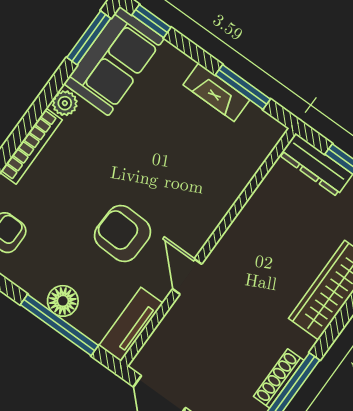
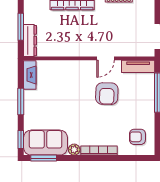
window: (243, 87) -> (21, 101), moved
fireplace: (216, 92) -> (30, 75), moved
floor lamp: (63, 301) -> (148, 98), removed

